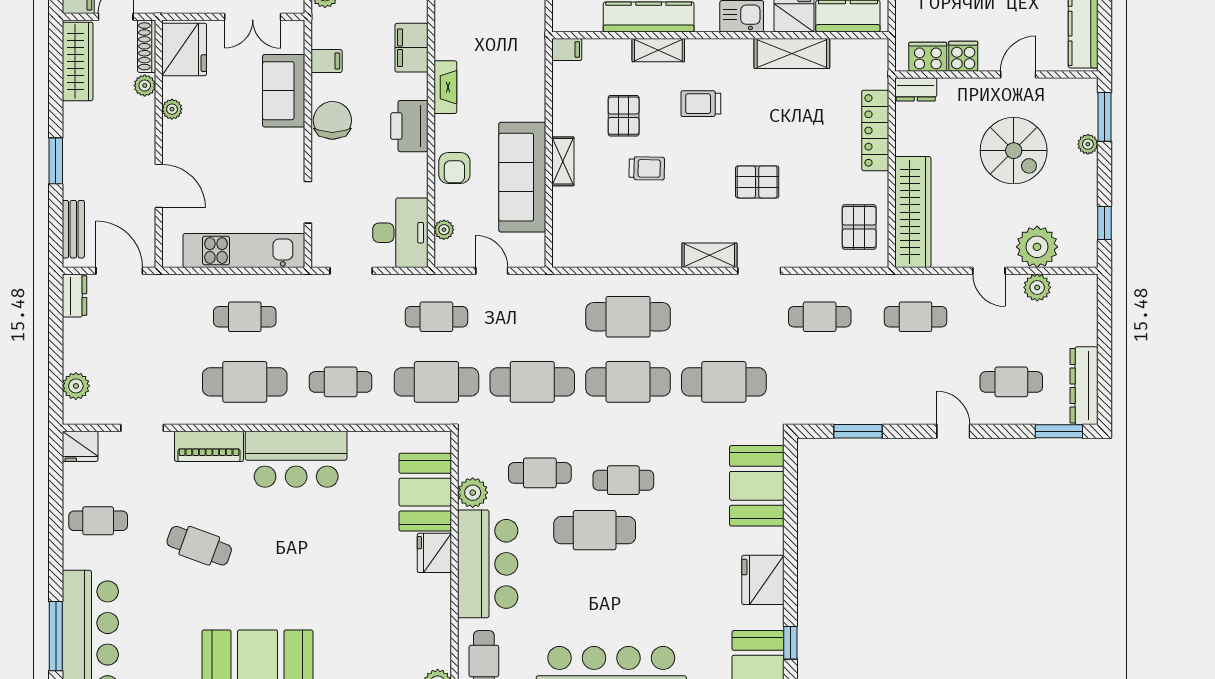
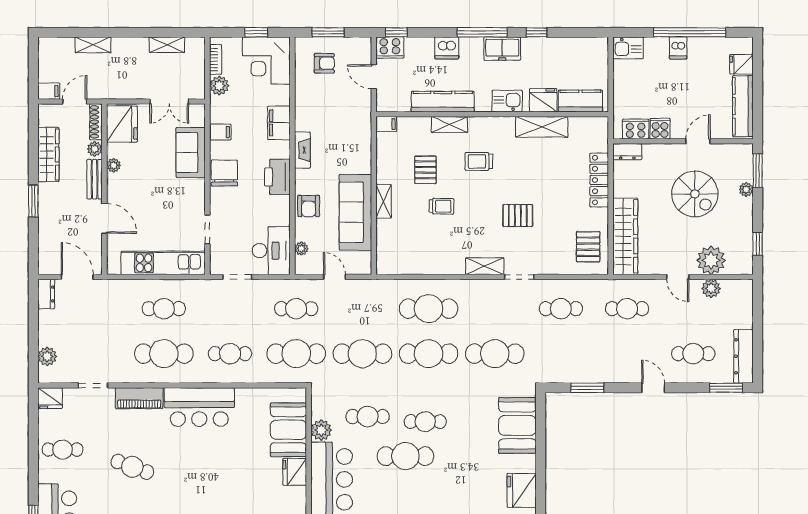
wardrobe: (78, 61) -> (48, 155), moved
bench: (73, 229) -> (95, 179), moved

